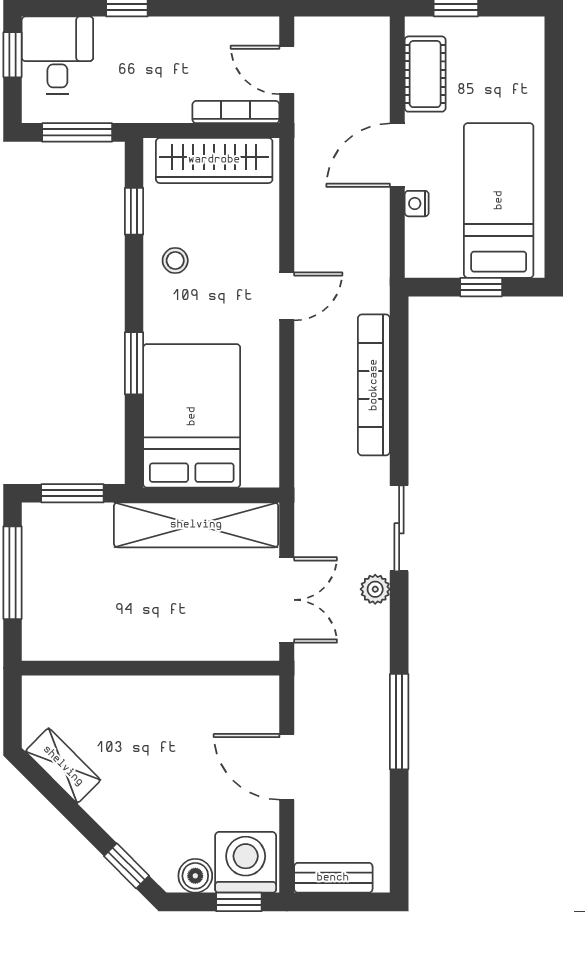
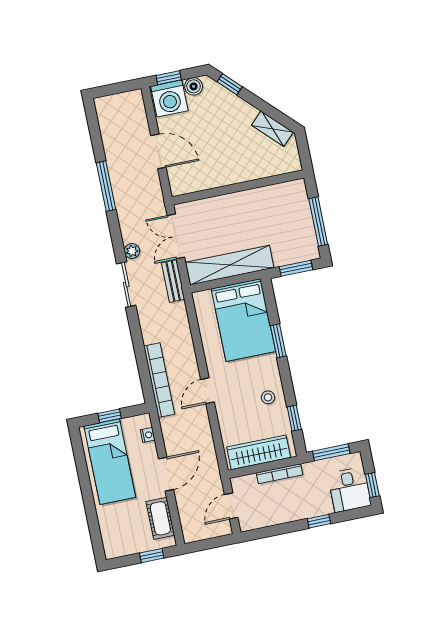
door: (287, 70) -> (231, 506), swing flipped
bookcase: (236, 112) -> (279, 474), moved
nightstand: (417, 204) -> (148, 435), moved
bookcase: (374, 385) -> (159, 380), moved
bench: (333, 878) -> (173, 281), moved, turned 90

